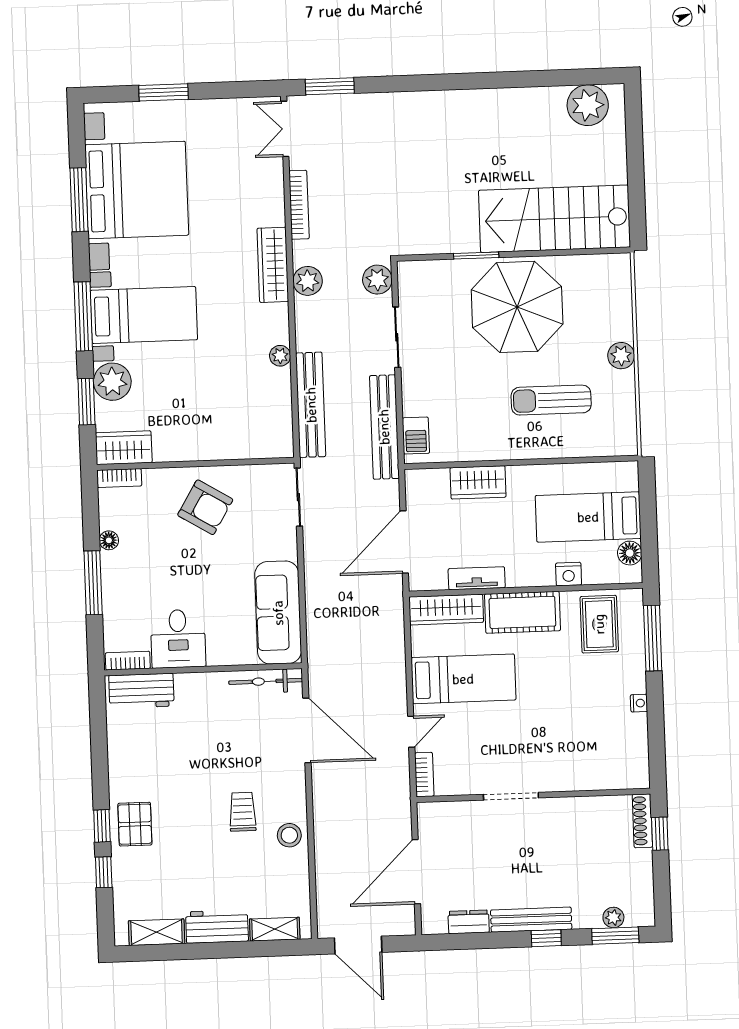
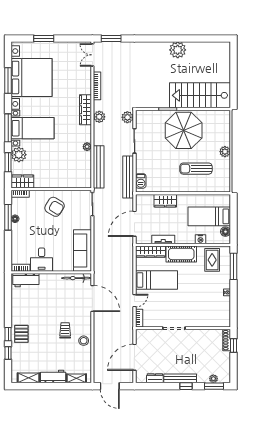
plant: (588, 105) -> (178, 50), moved
window: (93, 583) -> (8, 217), moved

